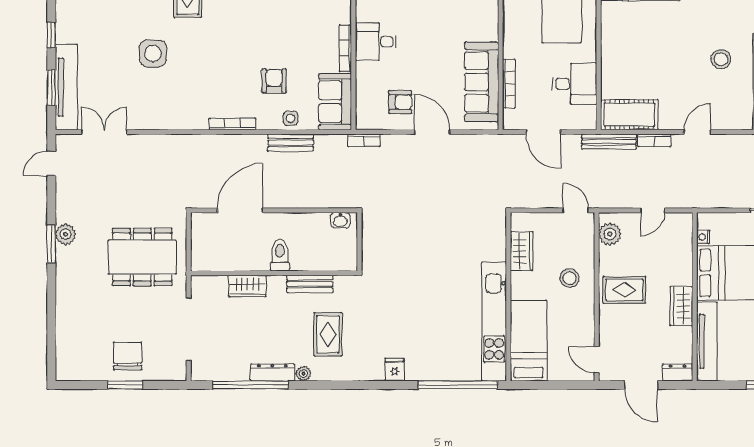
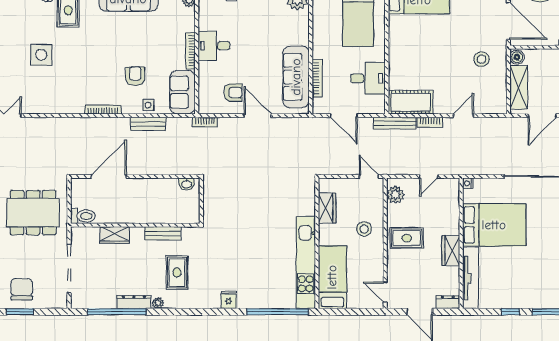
nightstand: (703, 237) -> (468, 183), moved
toilet: (280, 255) -> (83, 216), moved, turned 90

